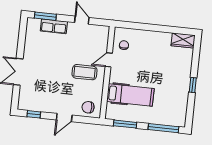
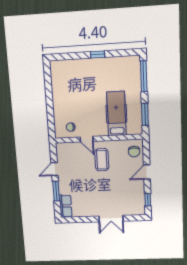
window: (45, 16) -> (56, 191), moved
row of seats: (54, 26) -> (66, 206), moved
wardrobe: (183, 40) -> (56, 71), removed
door: (64, 118) -> (147, 172), swing flipped

